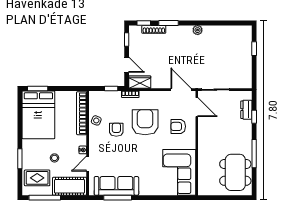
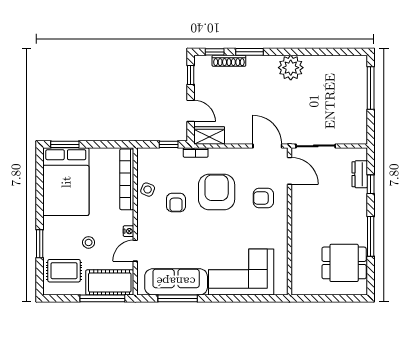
plant: (198, 30) -> (291, 68), width x1.87, depth x1.87
window: (254, 49) -> (371, 88), width x2.17
armchair: (116, 130) -> (176, 202), turned 180
corner sofa: (179, 172) -> (241, 272), moved, turned 90
dining table: (235, 172) -> (344, 263), width x0.73
window: (45, 198) -> (102, 298), moved

